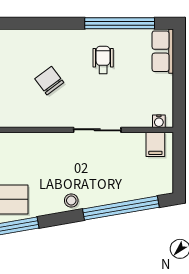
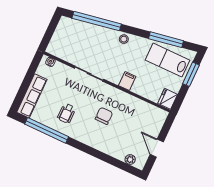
row of seats: (163, 51) -> (32, 96), width x1.48
chair: (49, 81) -> (104, 116), turned -143
filing cabinet: (155, 144) -> (127, 81), moved

